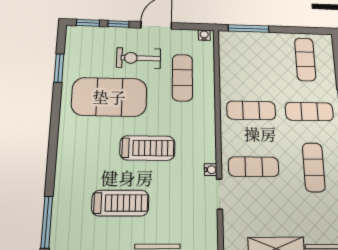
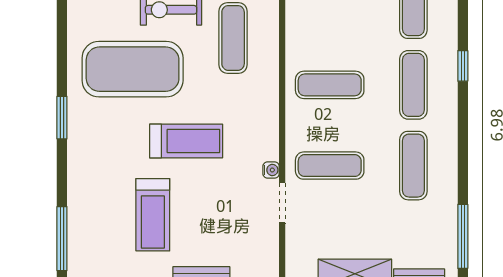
window: (59, 68) -> (62, 118), moved
exercise mat: (309, 111) -> (413, 85), turned 90
treadmill: (120, 203) -> (153, 215), turned 90

